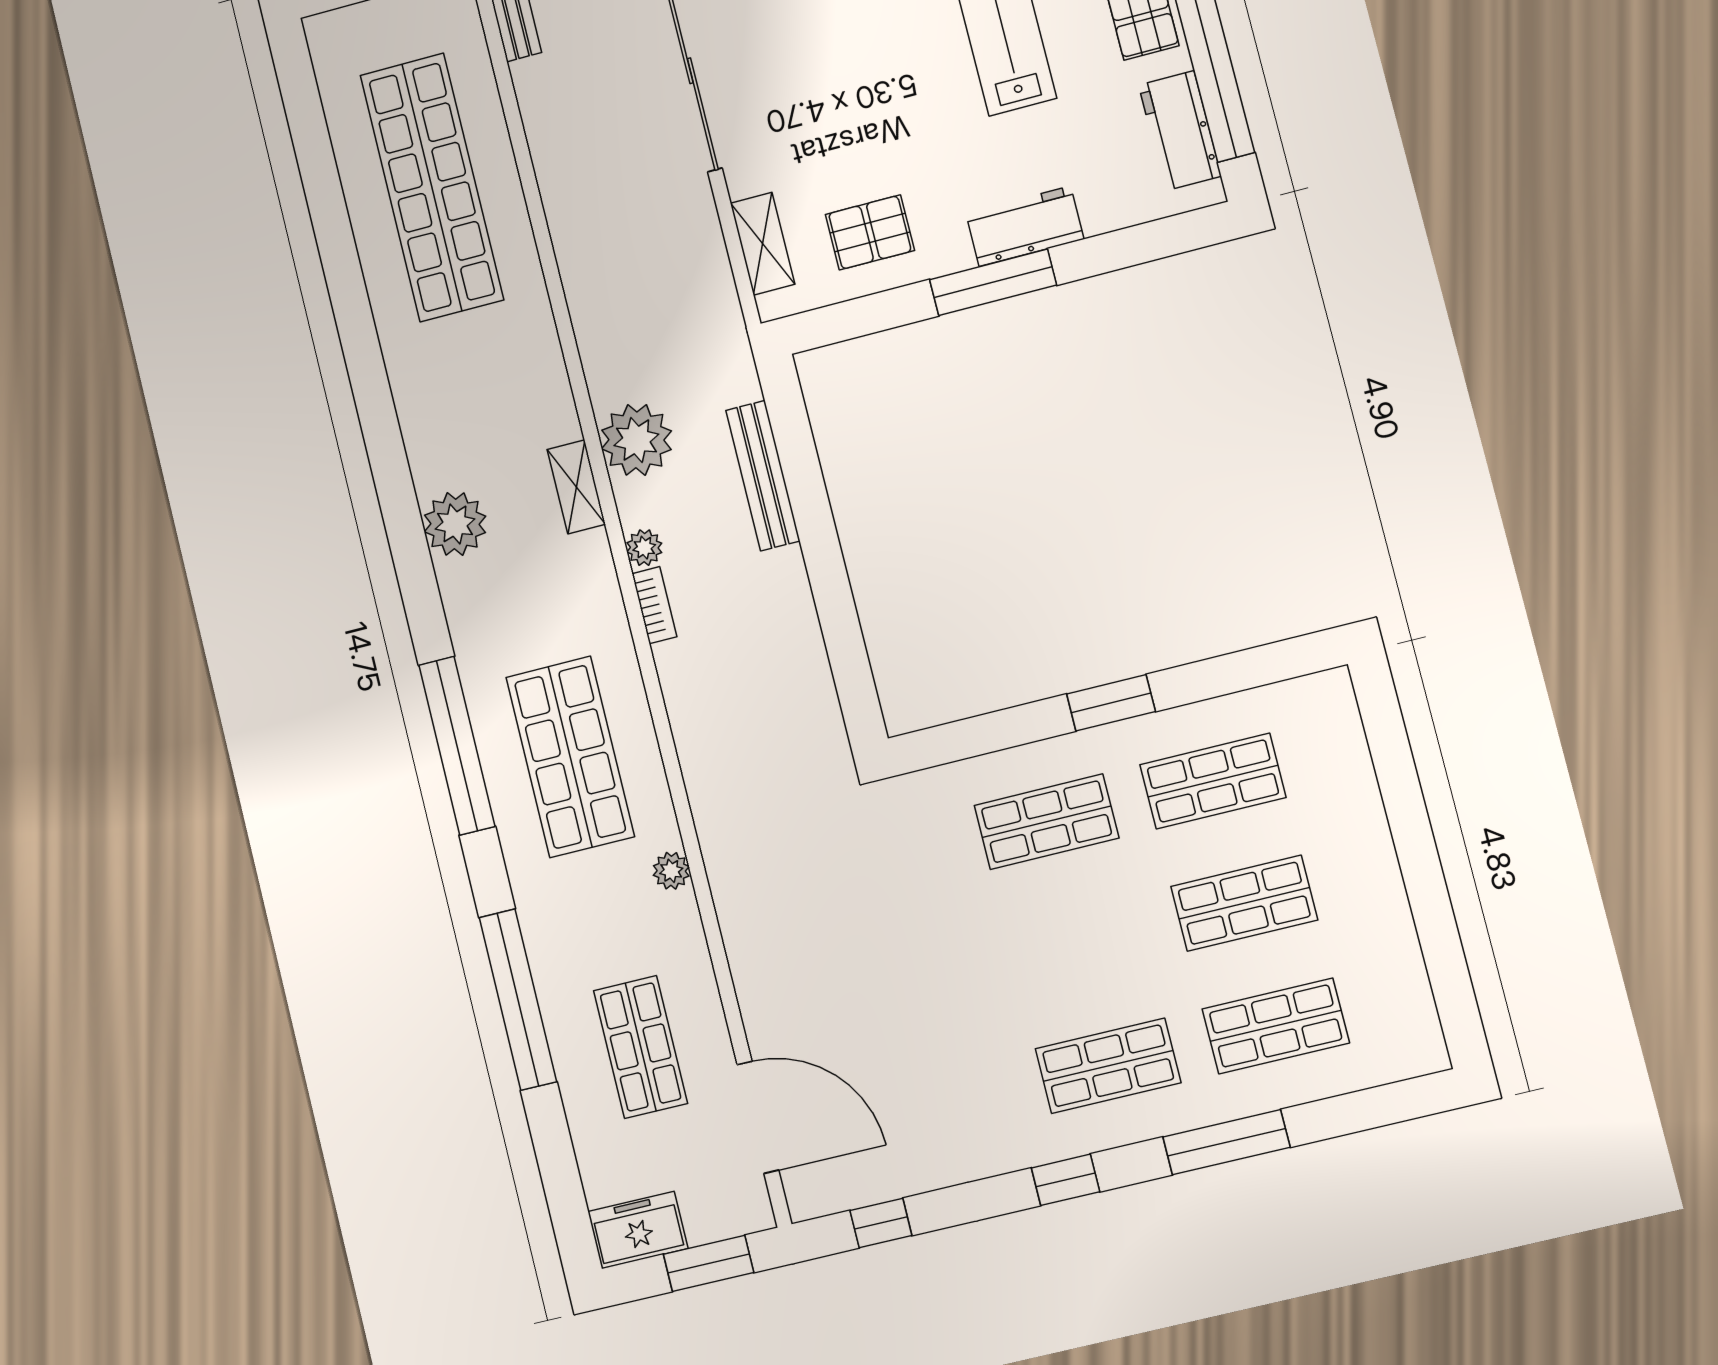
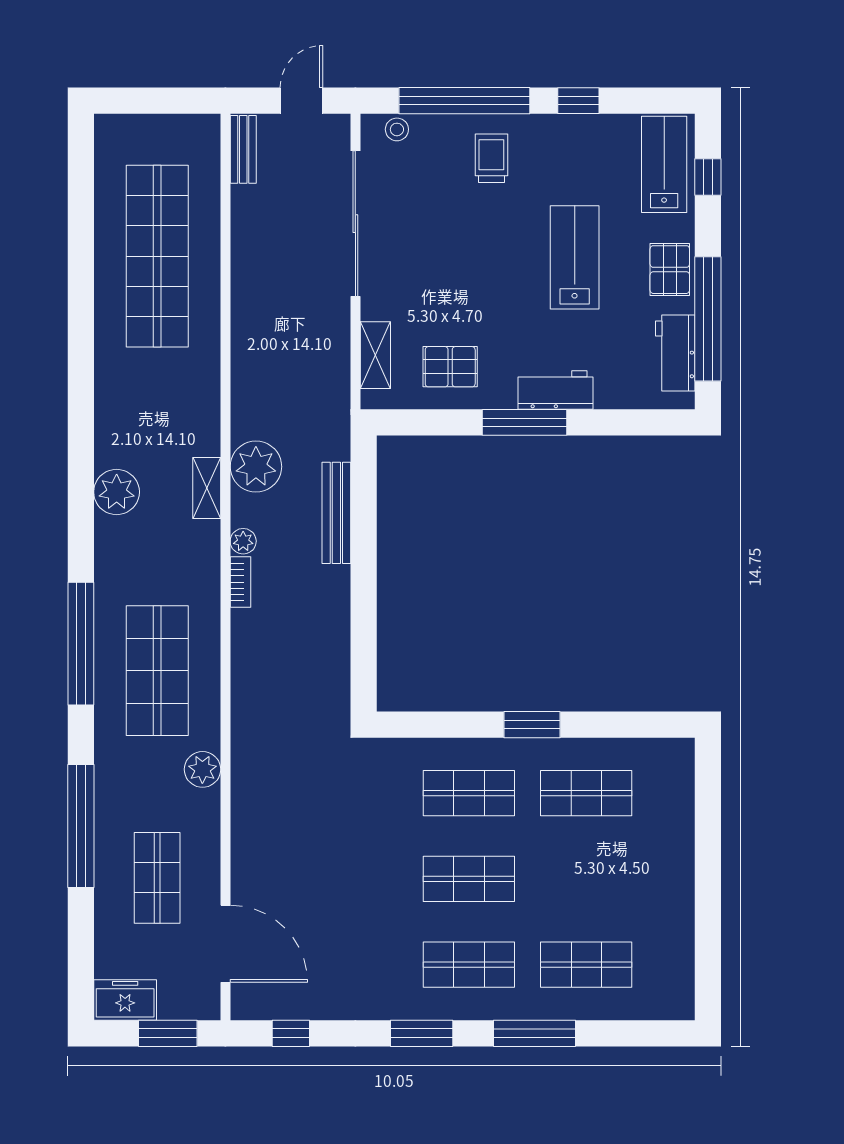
plant: (671, 871) -> (202, 769), width x1.38, depth x1.38
shop shelf: (1244, 903) -> (469, 879), moved
window: (1066, 1180) -> (422, 1033), width x1.50

